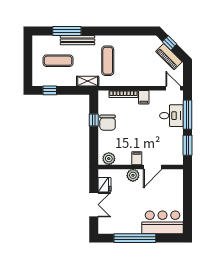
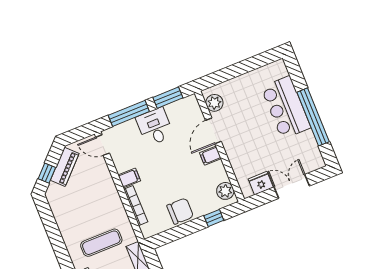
door: (173, 88) -> (103, 145), hinge flipped
desk: (171, 116) -> (155, 127), moved
window: (94, 120) -> (214, 218), moved
door: (153, 167) -> (213, 131), swing flipped
plant: (133, 175) -> (214, 103), moved
bar counter: (162, 222) -> (286, 108), moved

